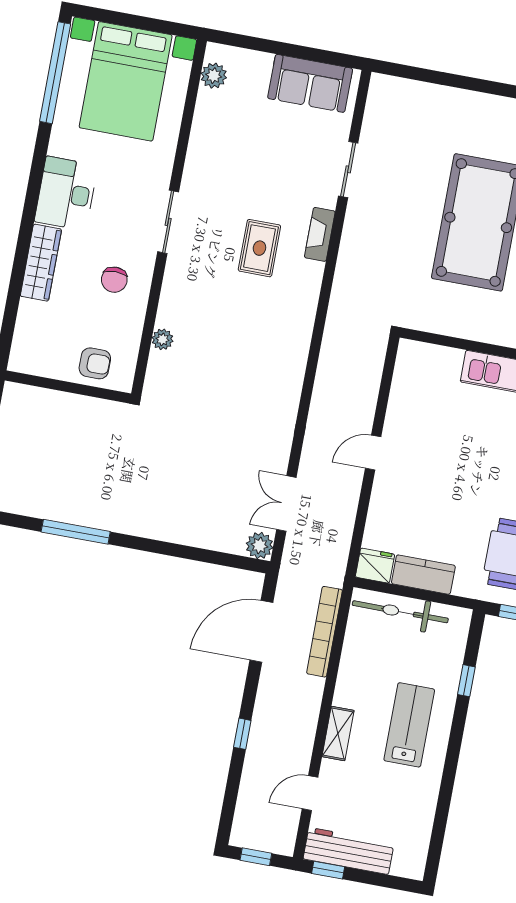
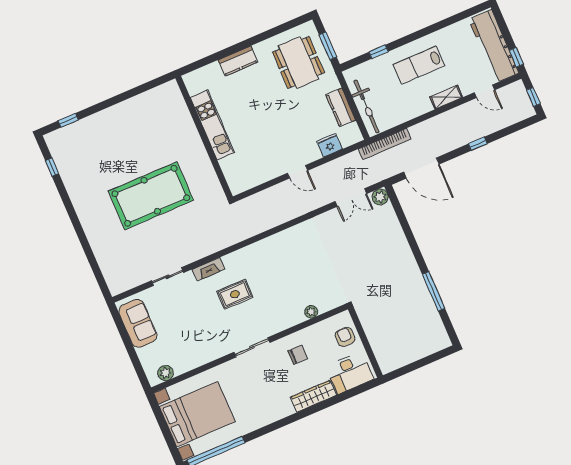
desk: (66, 193) -> (350, 373), moved
fridge: (375, 566) -> (330, 145), moved, turned 90
bookcase: (324, 632) -> (385, 144), moved
workbench: (349, 851) -> (494, 46), width x1.36, depth x1.32

